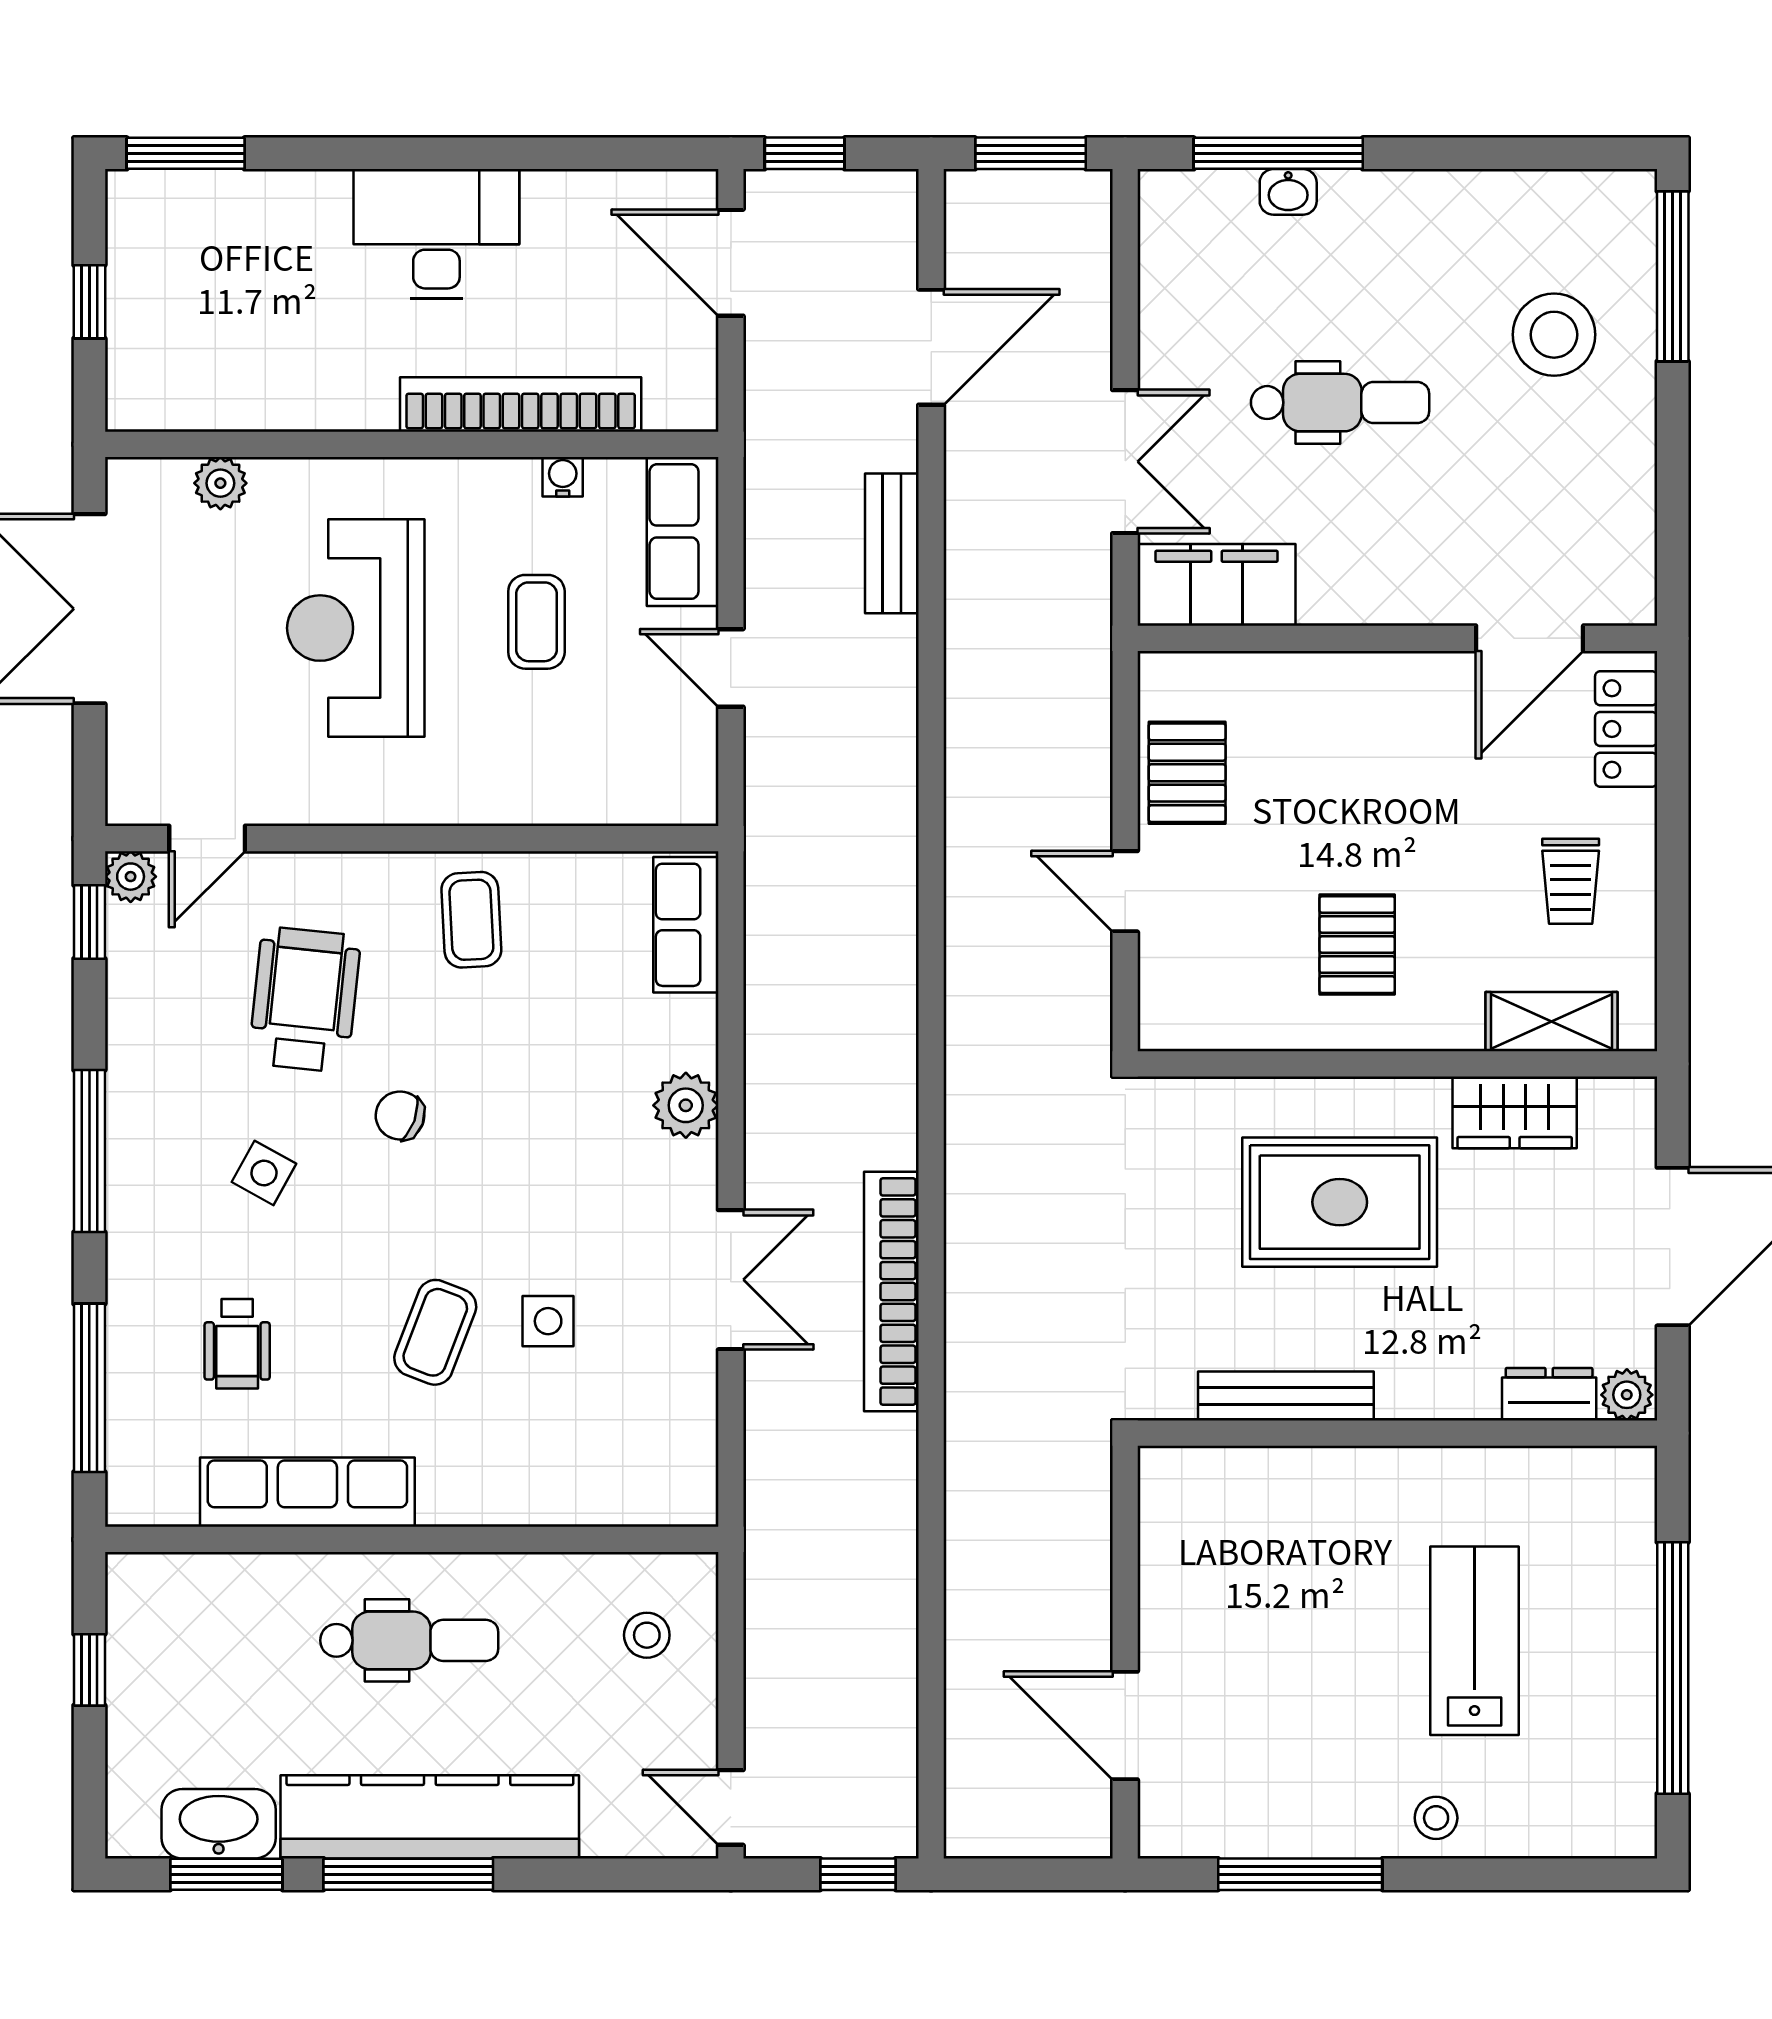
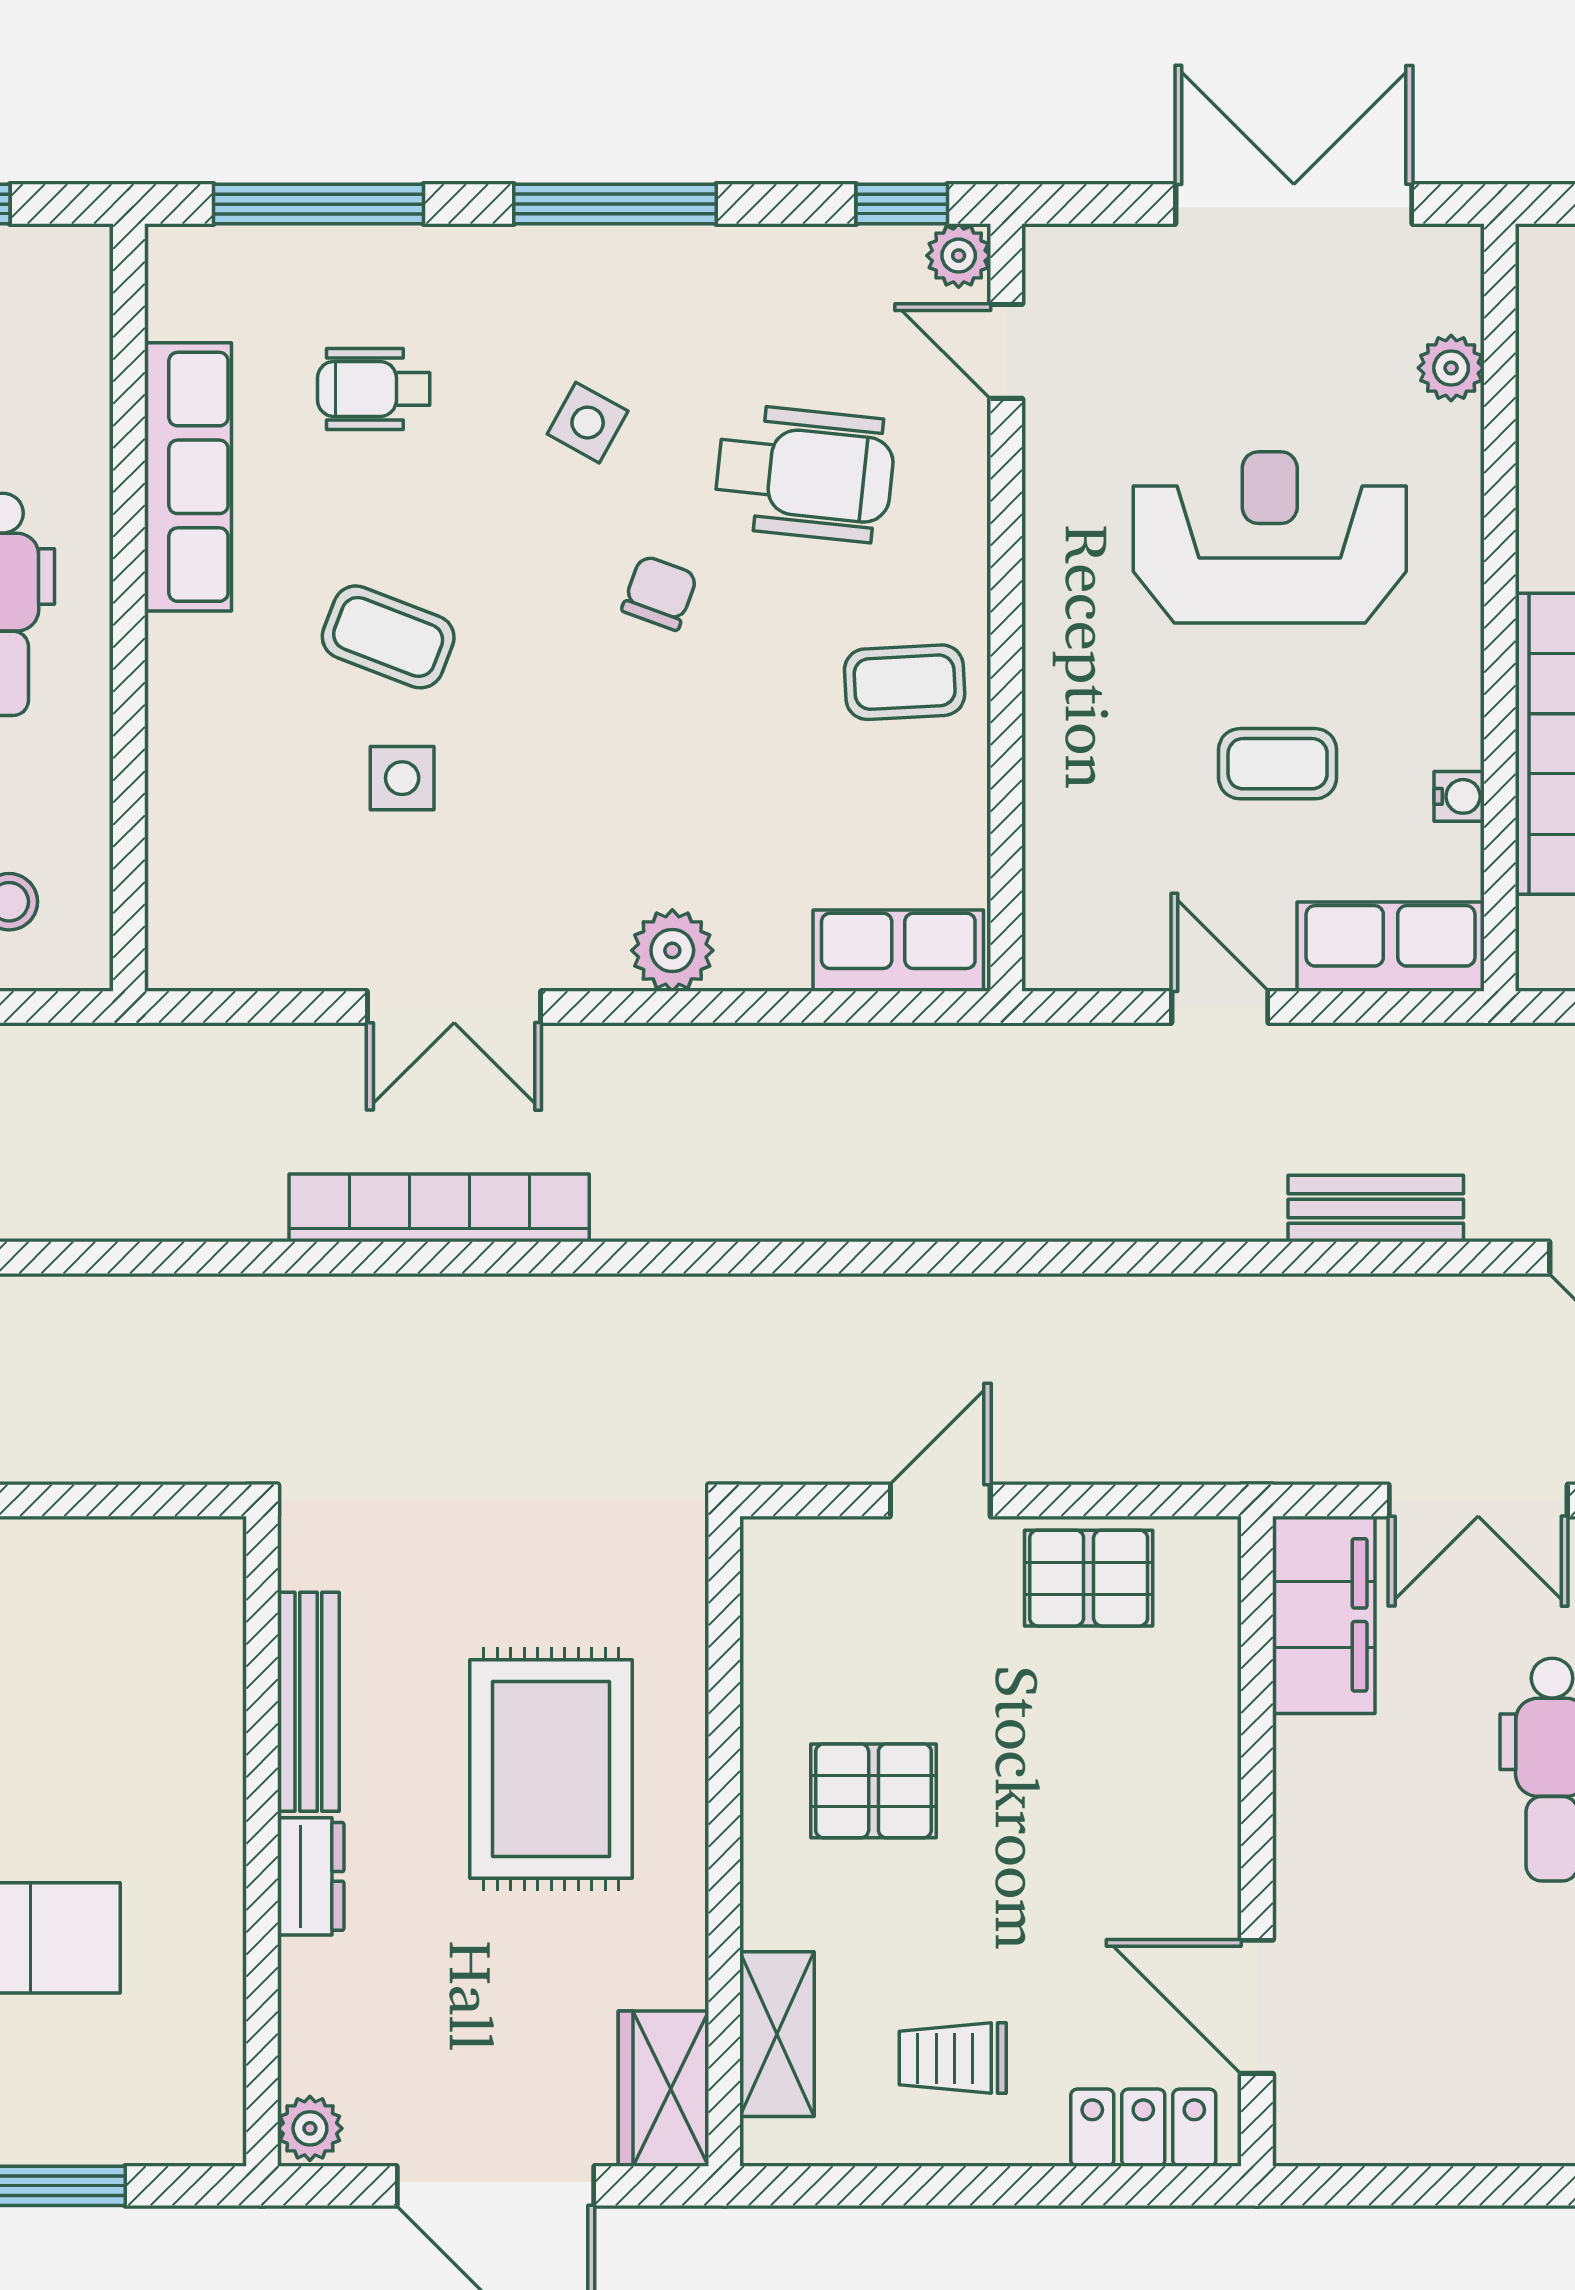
door: (731, 668) -> (1220, 1007), hinge flipped
wardrobe: (1515, 1112) -> (664, 2089), moved
dresser: (1549, 1394) -> (311, 1876), moved

